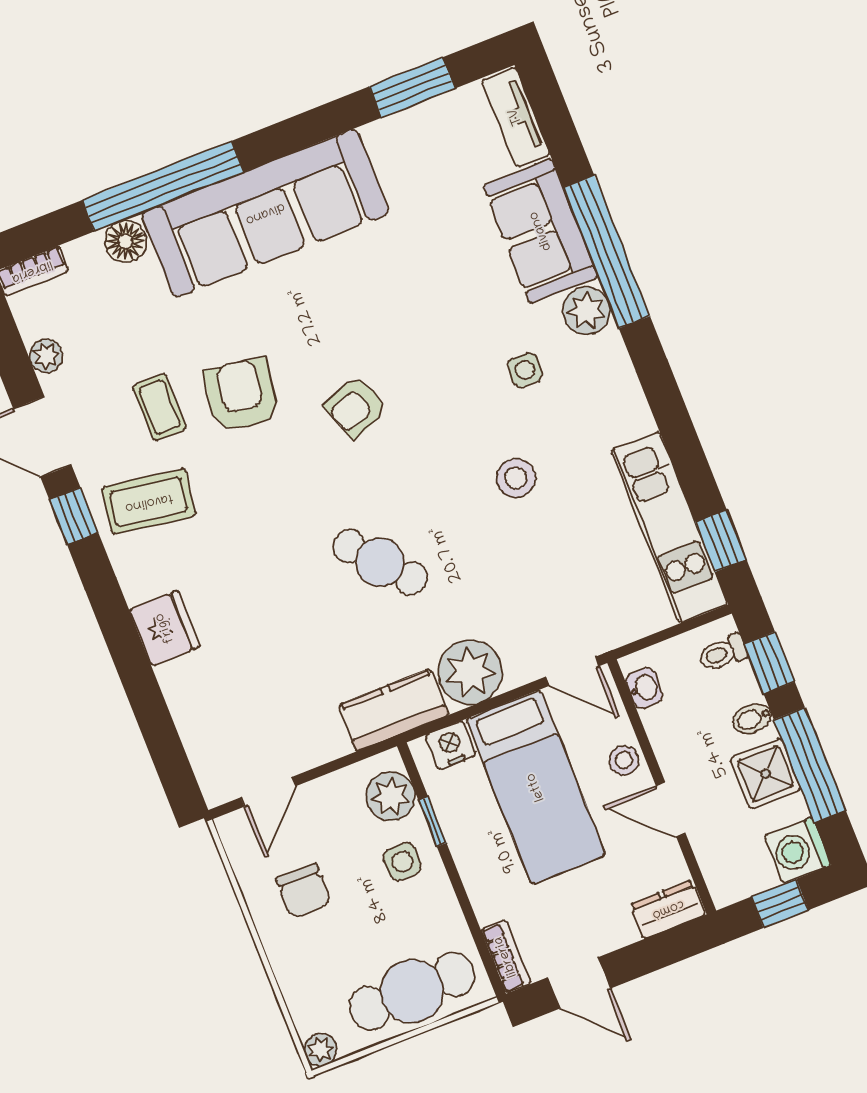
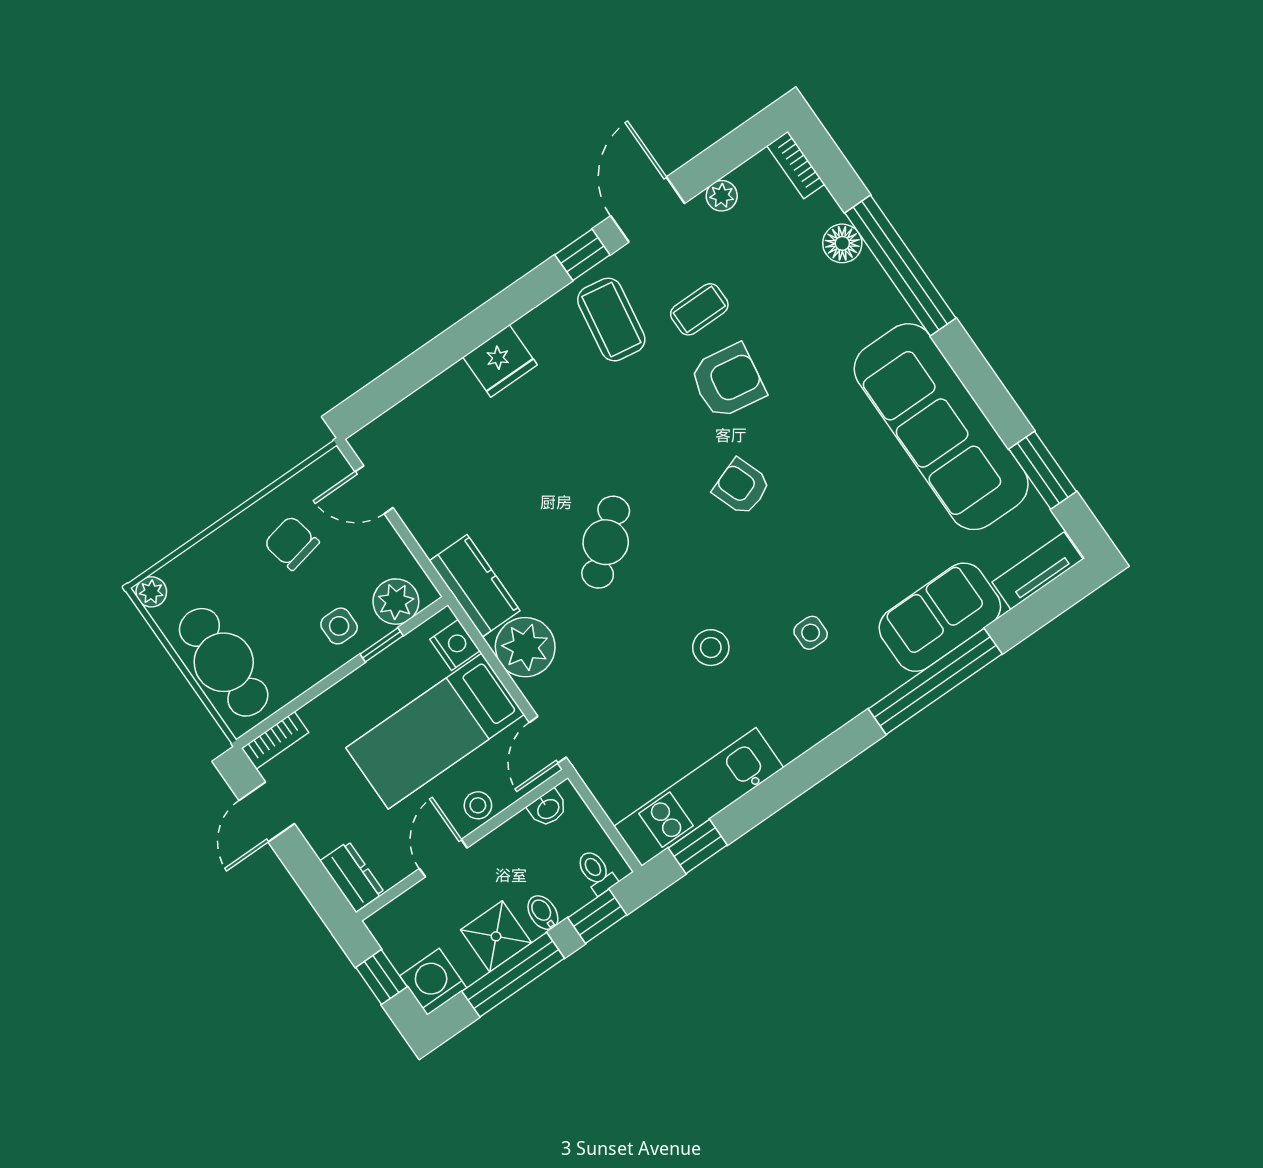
sofa: (265, 213) -> (941, 427), moved
plant: (586, 311) -> (877, 676), removed
chair: (304, 891) -> (292, 543), turned 78

